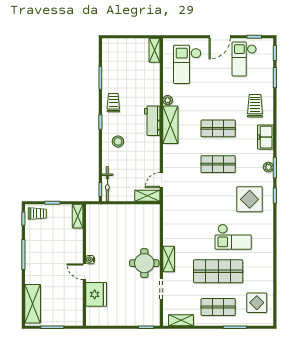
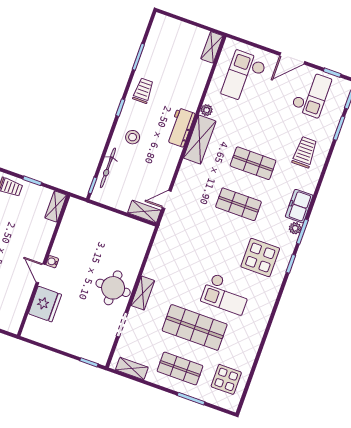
checkout: (244, 59) -> (311, 94), turned 180
freezer: (265, 137) -> (299, 206), moved
bicycle: (107, 184) -> (108, 168), moved

